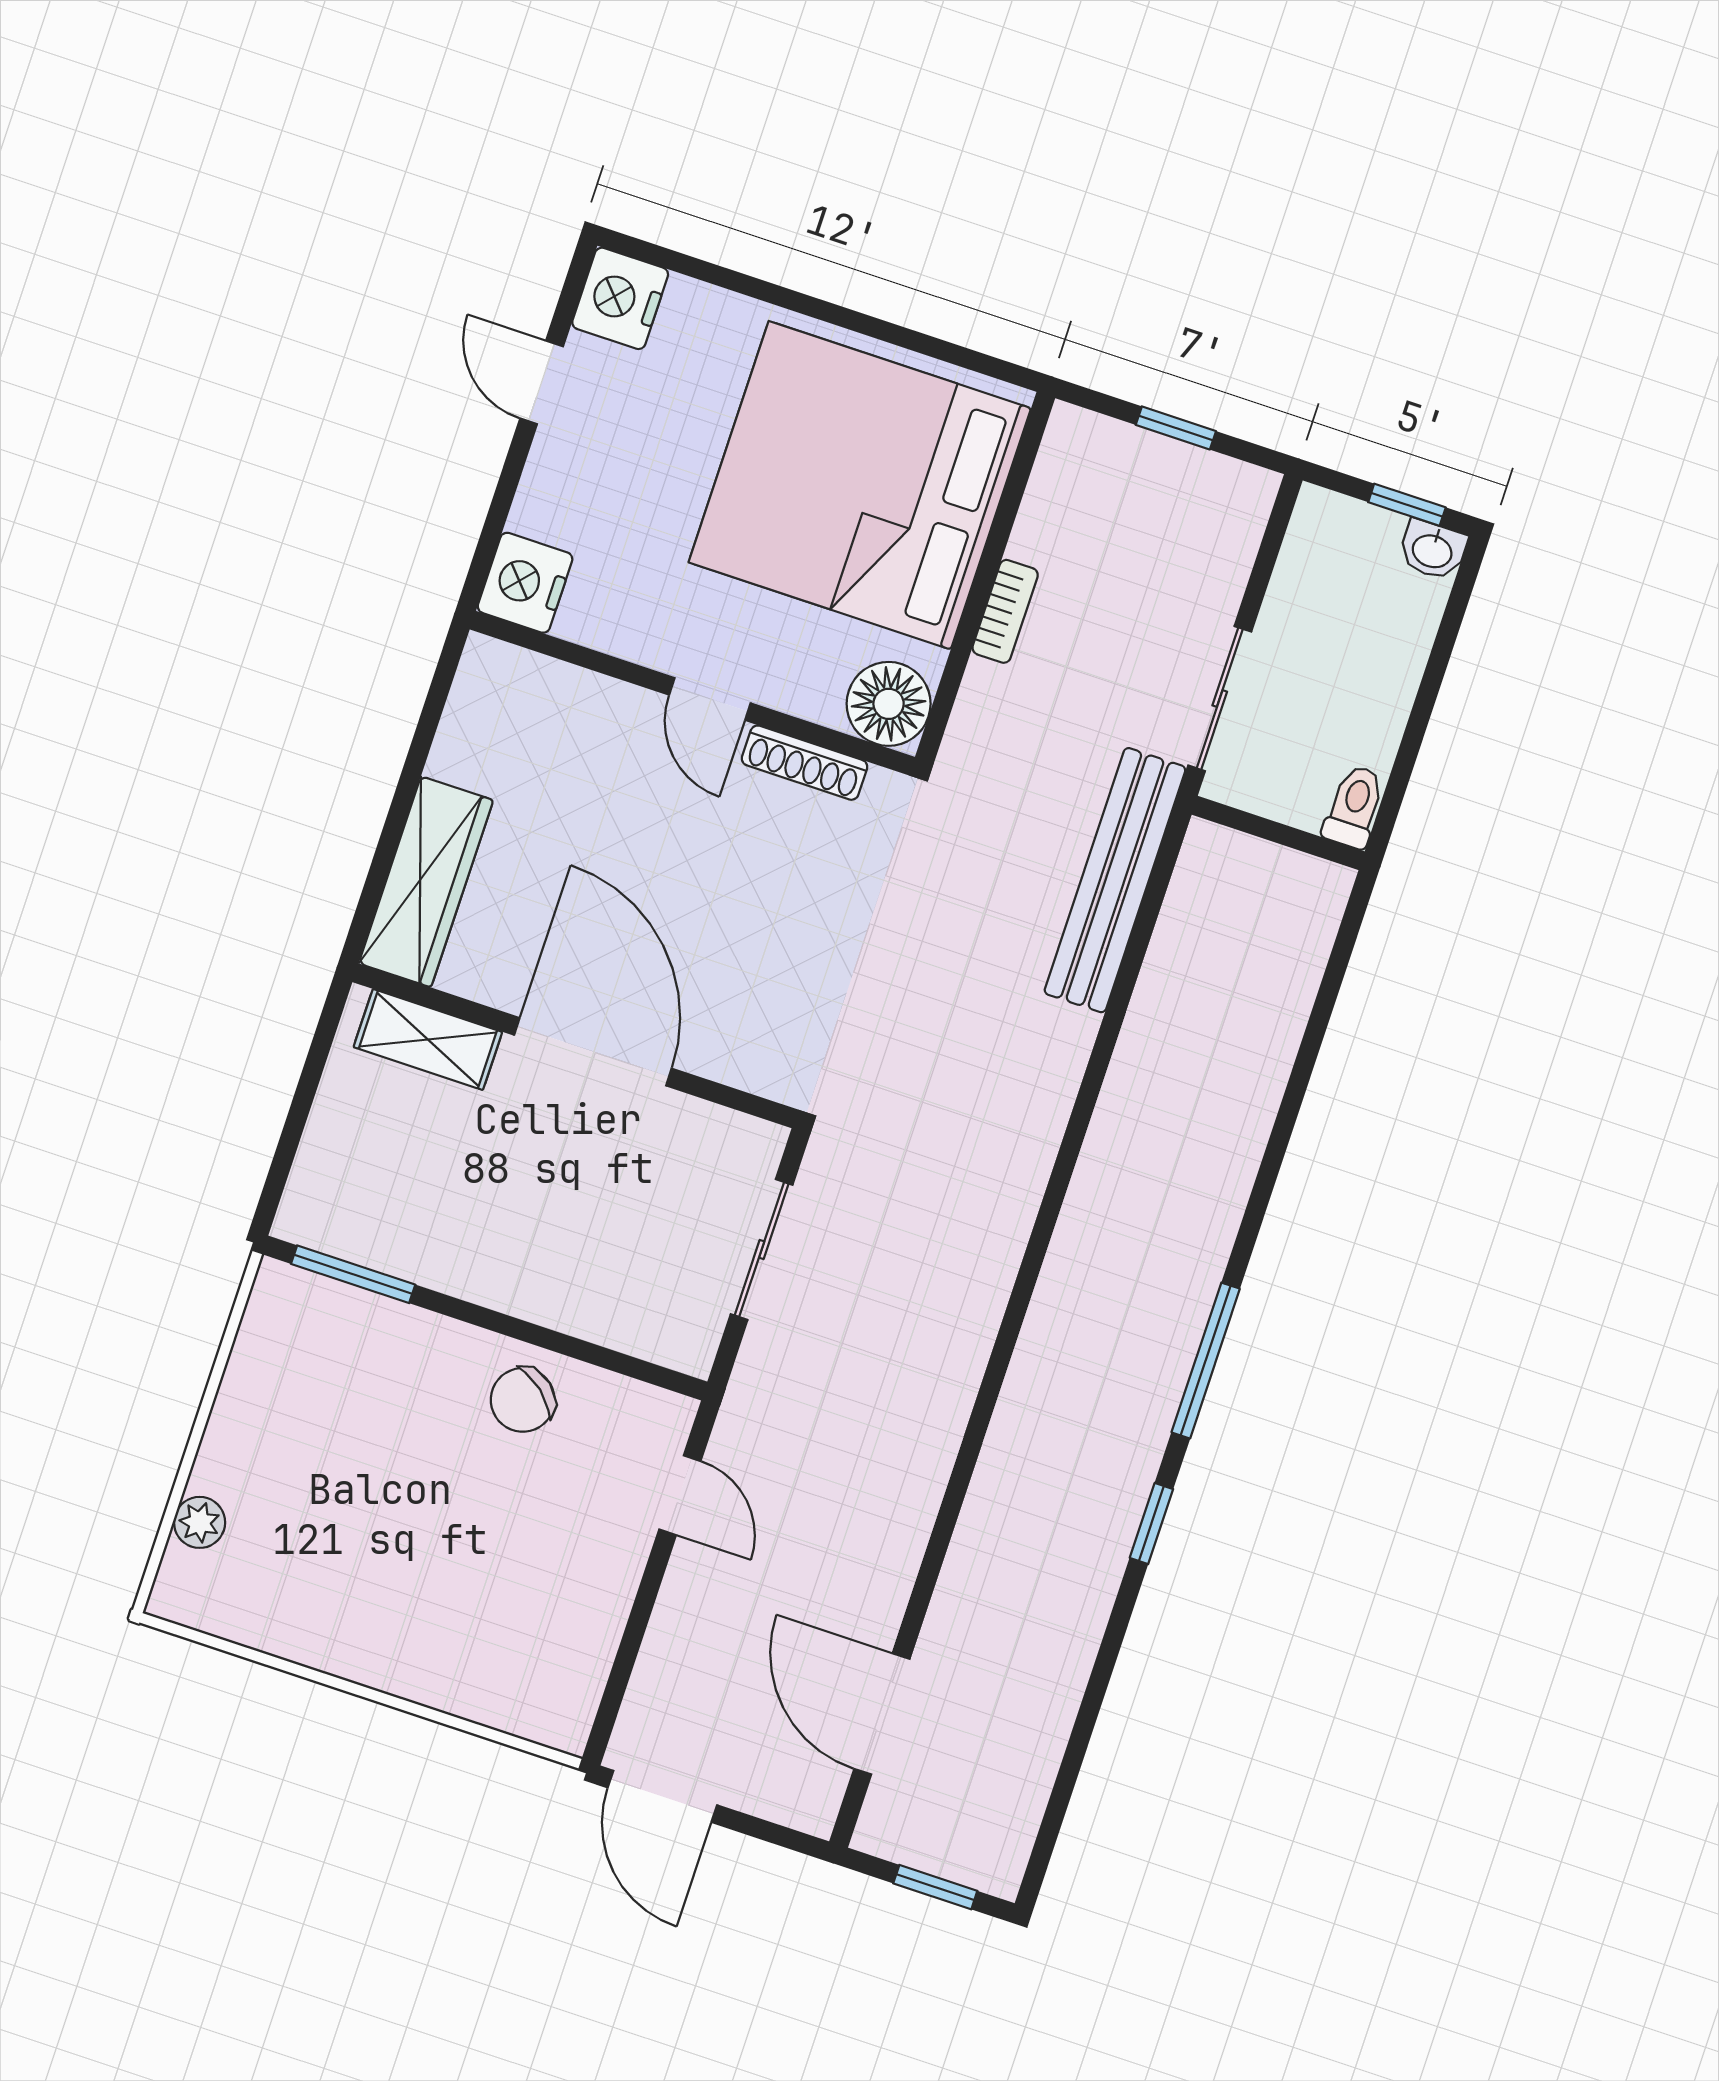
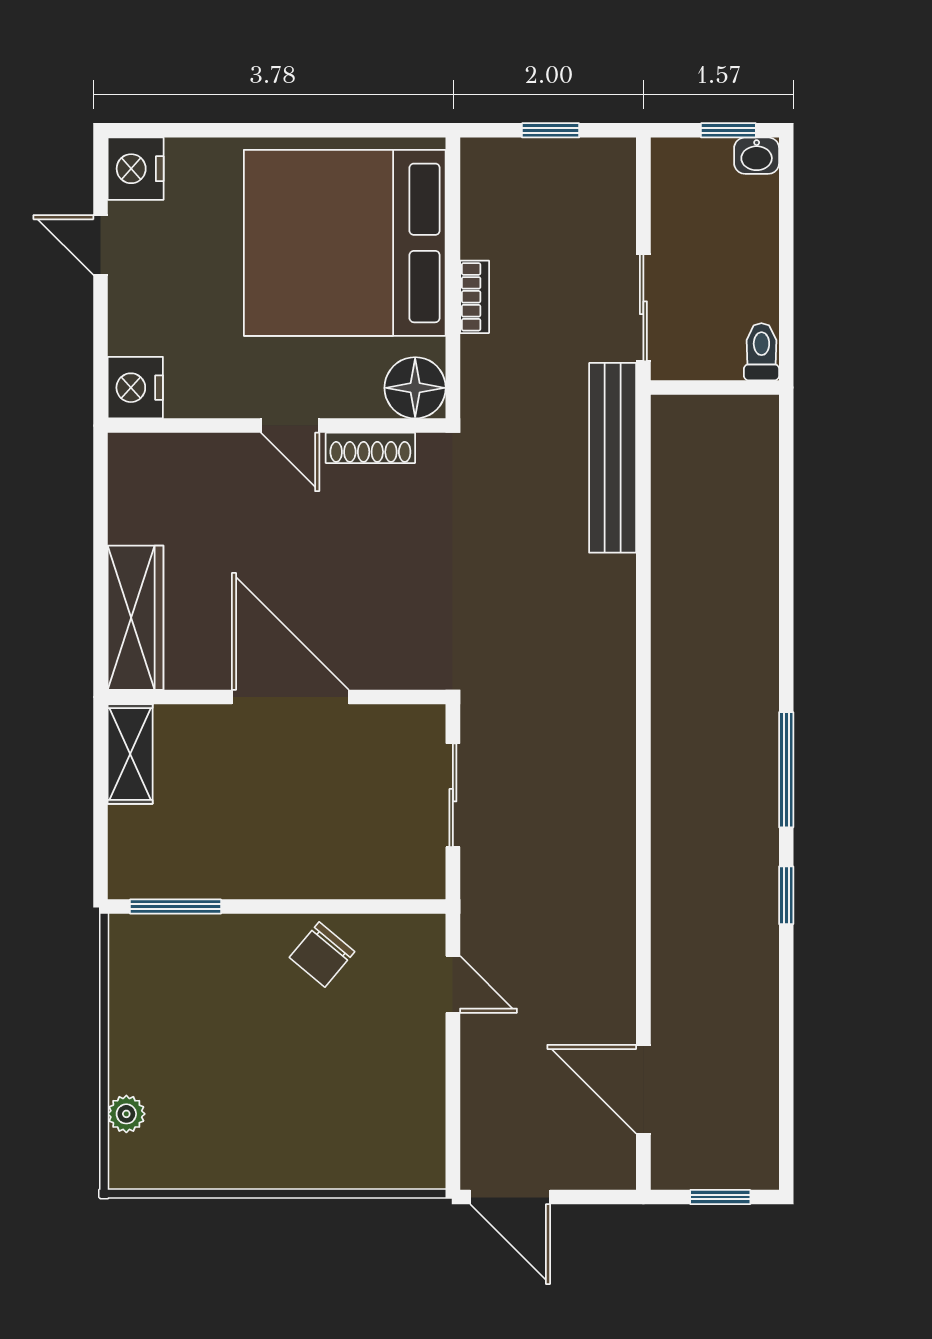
shelving: (428, 1039) -> (130, 754), moved, turned 90

